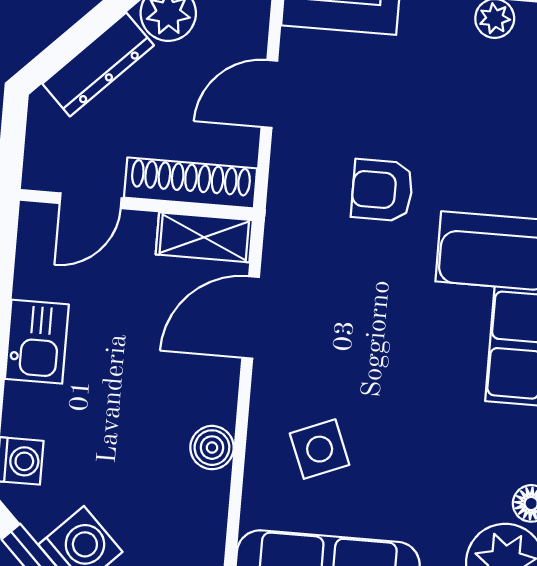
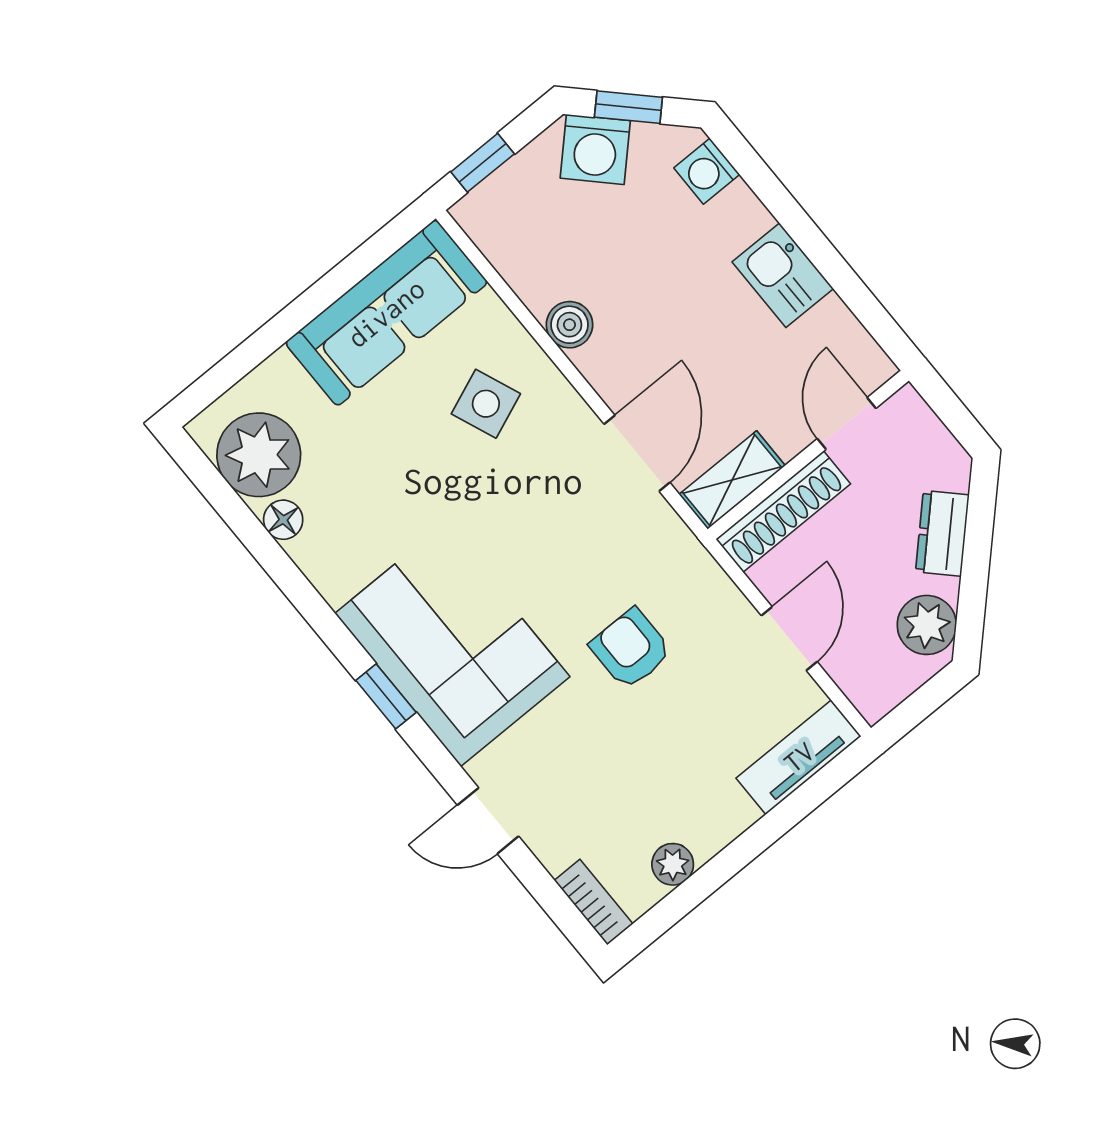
dresser: (98, 65) -> (942, 533), width x0.70
armchair: (382, 190) -> (631, 649), turned -90

